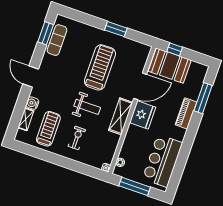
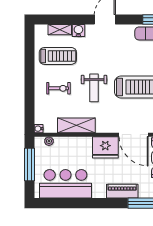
shelving: (121, 116) -> (76, 125), moved

